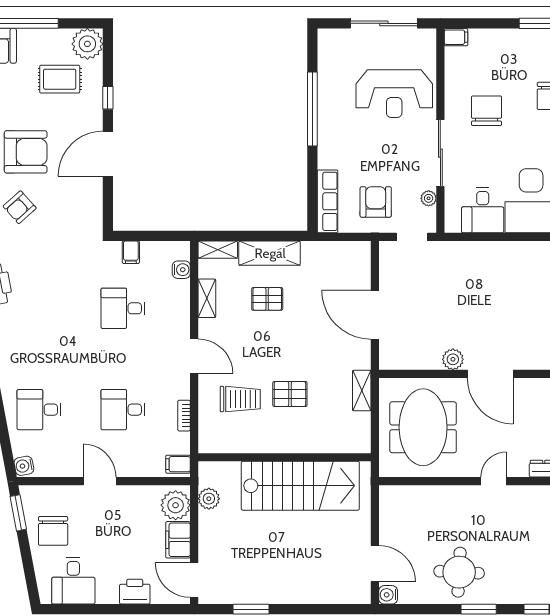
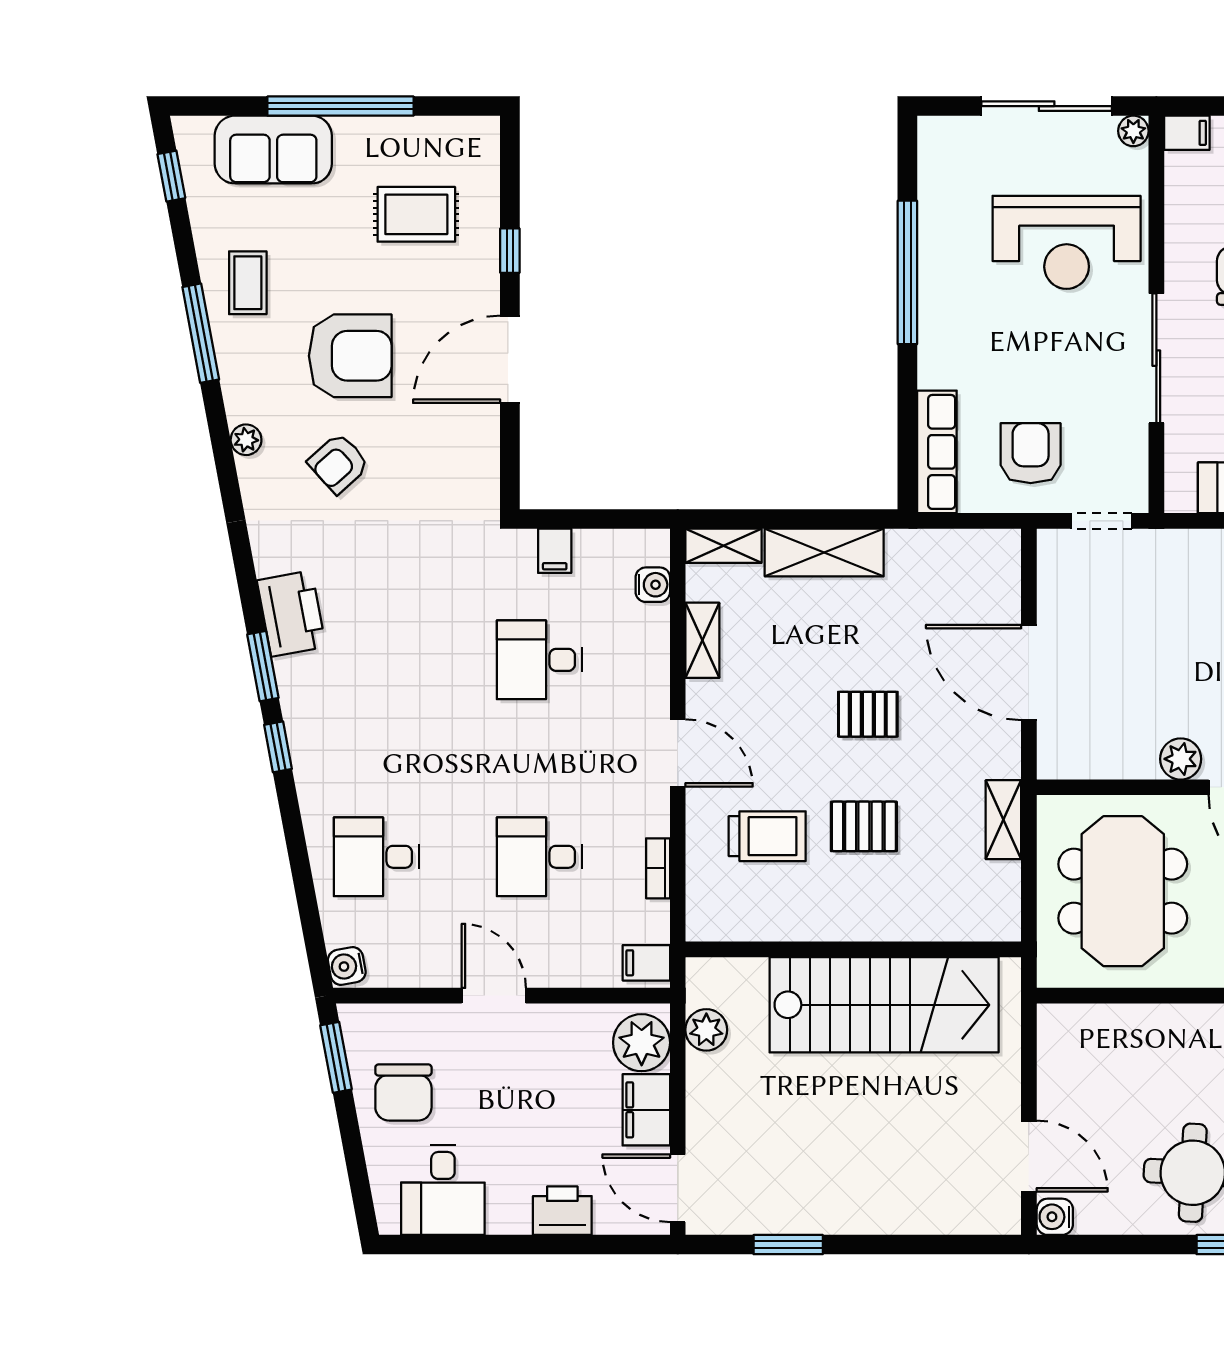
plant: (87, 44) -> (470, 146), removed
plant: (429, 198) -> (1133, 131), moved
pallet: (267, 299) -> (868, 714), moved

